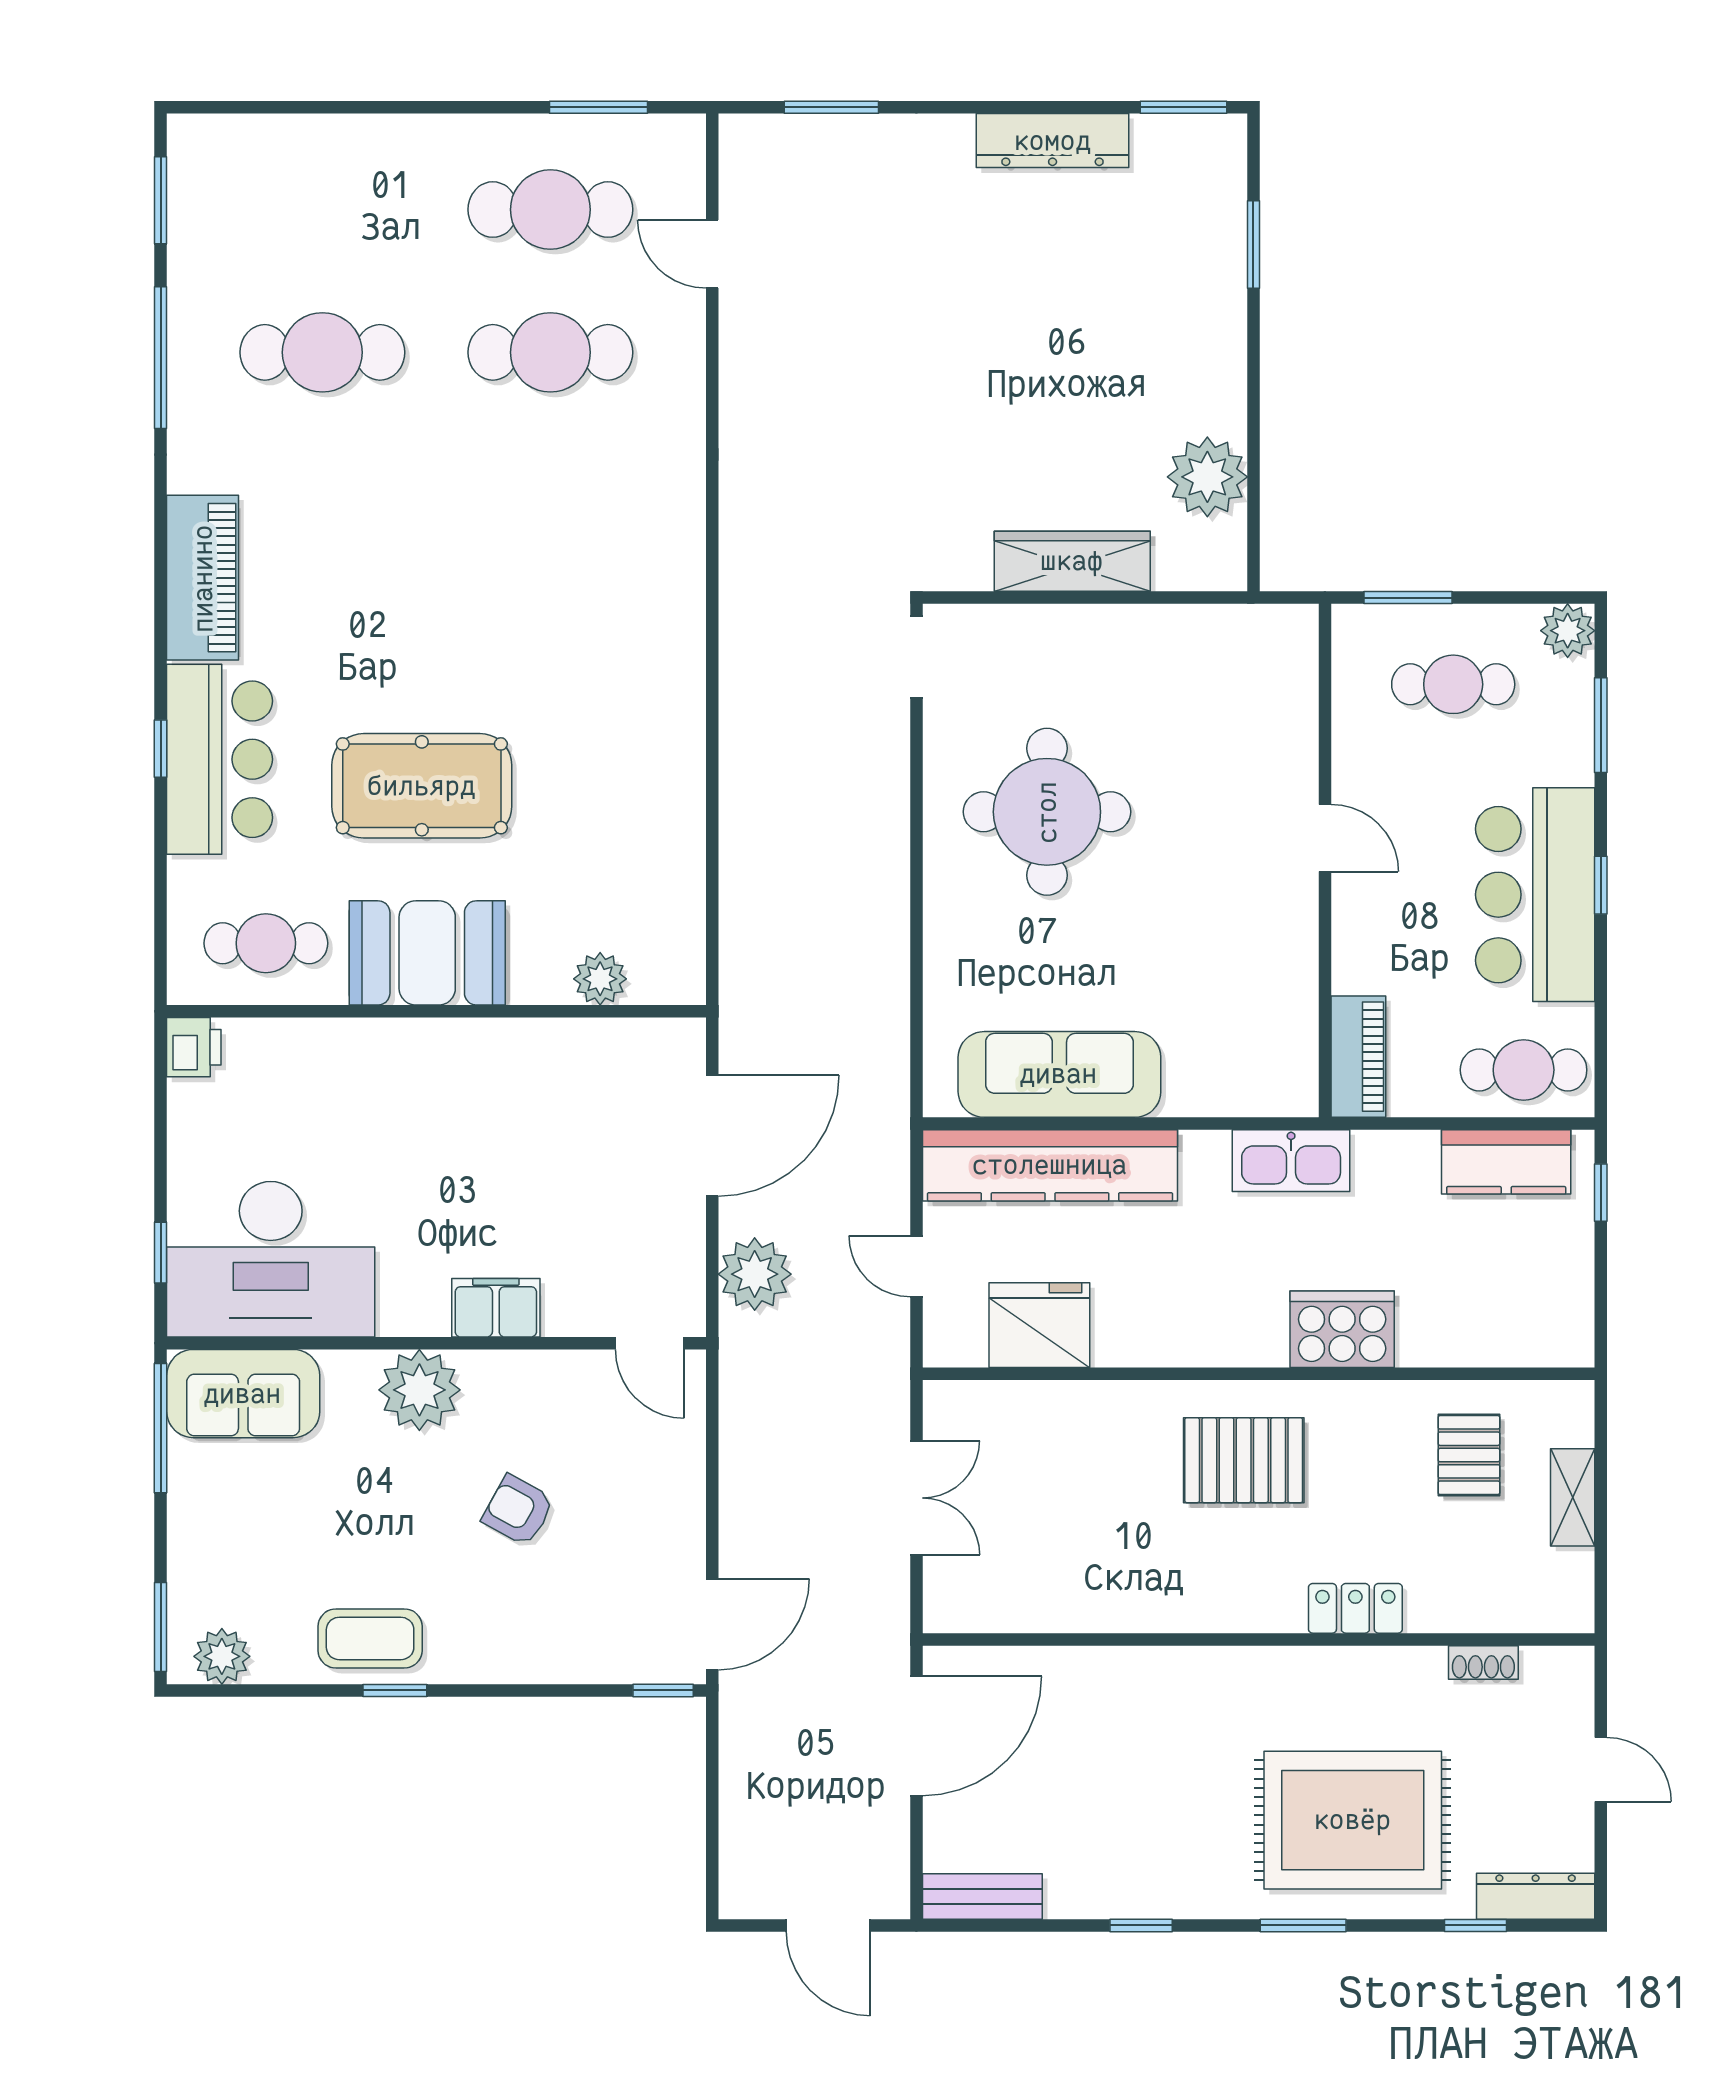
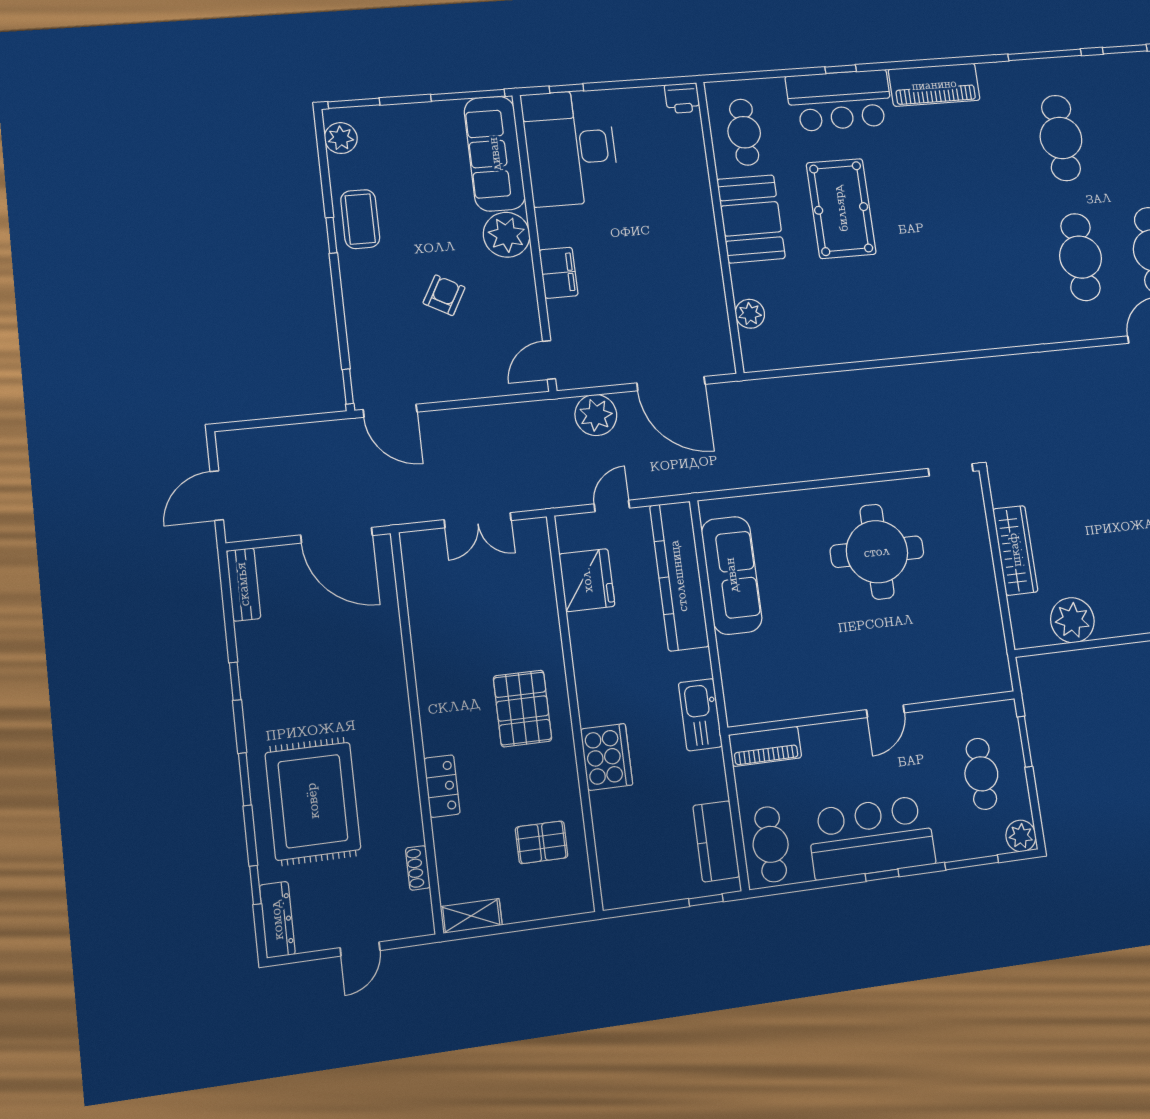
sofa: (243, 1394) -> (495, 154), width x1.36
shelving: (1573, 1497) -> (471, 916), moved

